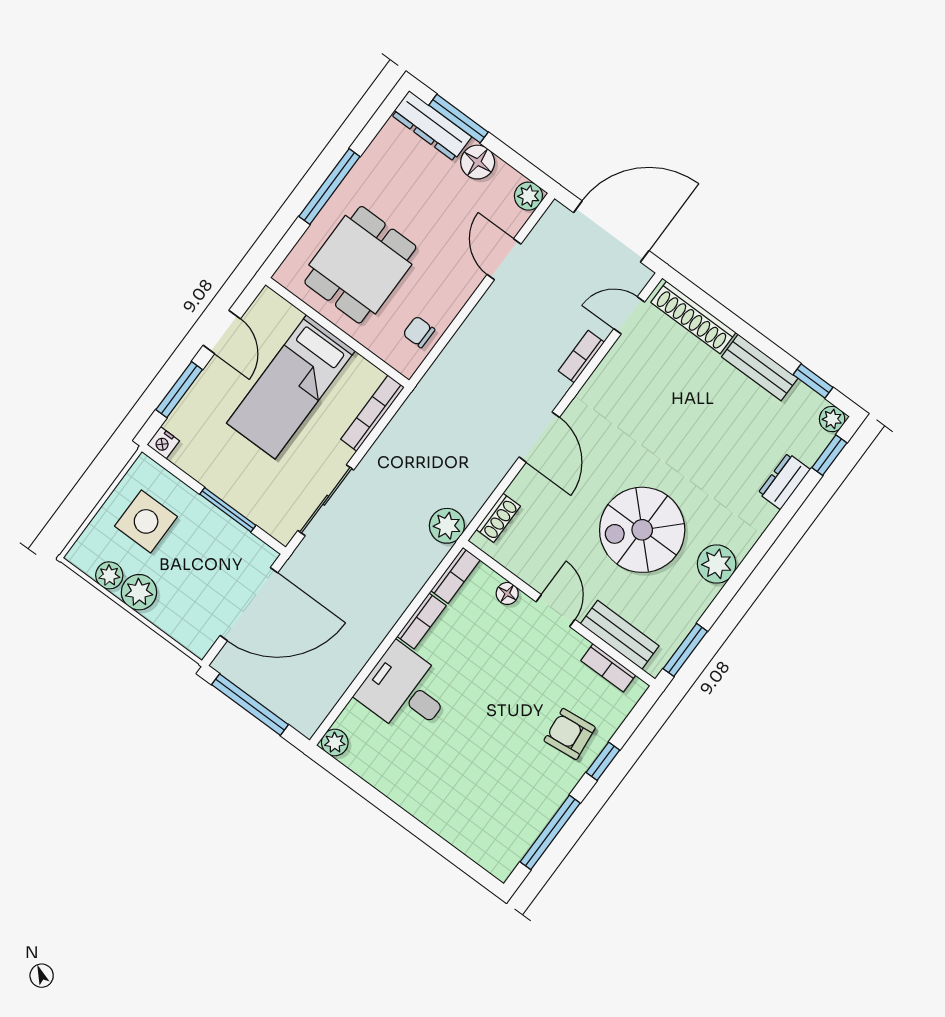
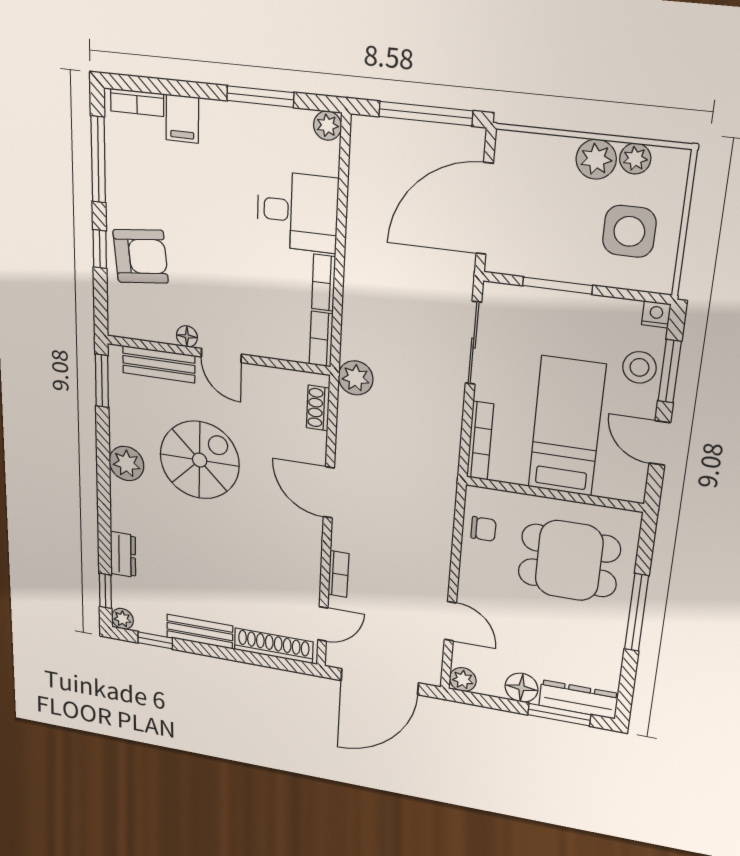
dining table: (360, 265) -> (569, 561), turned 90
stool: (201, 406) -> (639, 367), added
floor lamp: (507, 593) -> (187, 336), moved
bookcase: (608, 668) -> (137, 102), moved, turned 180
armchair: (570, 734) -> (141, 256), width x1.38, depth x1.38
window: (375, 797) -> (260, 97), added
filing cabinet: (453, 820) -> (182, 119), added

